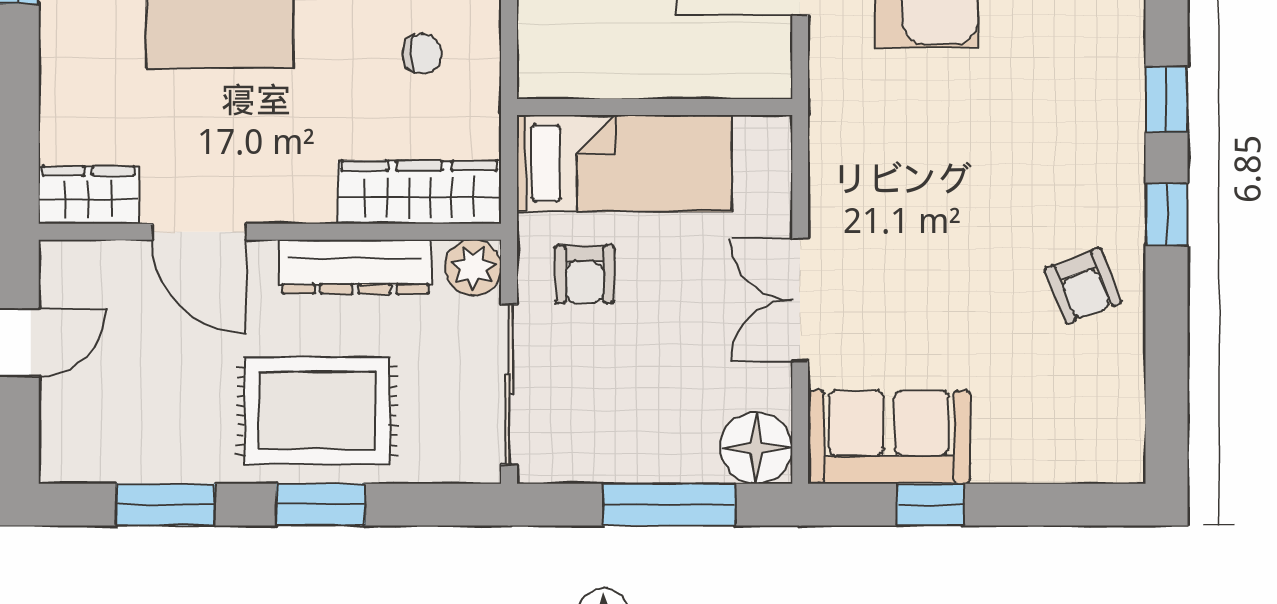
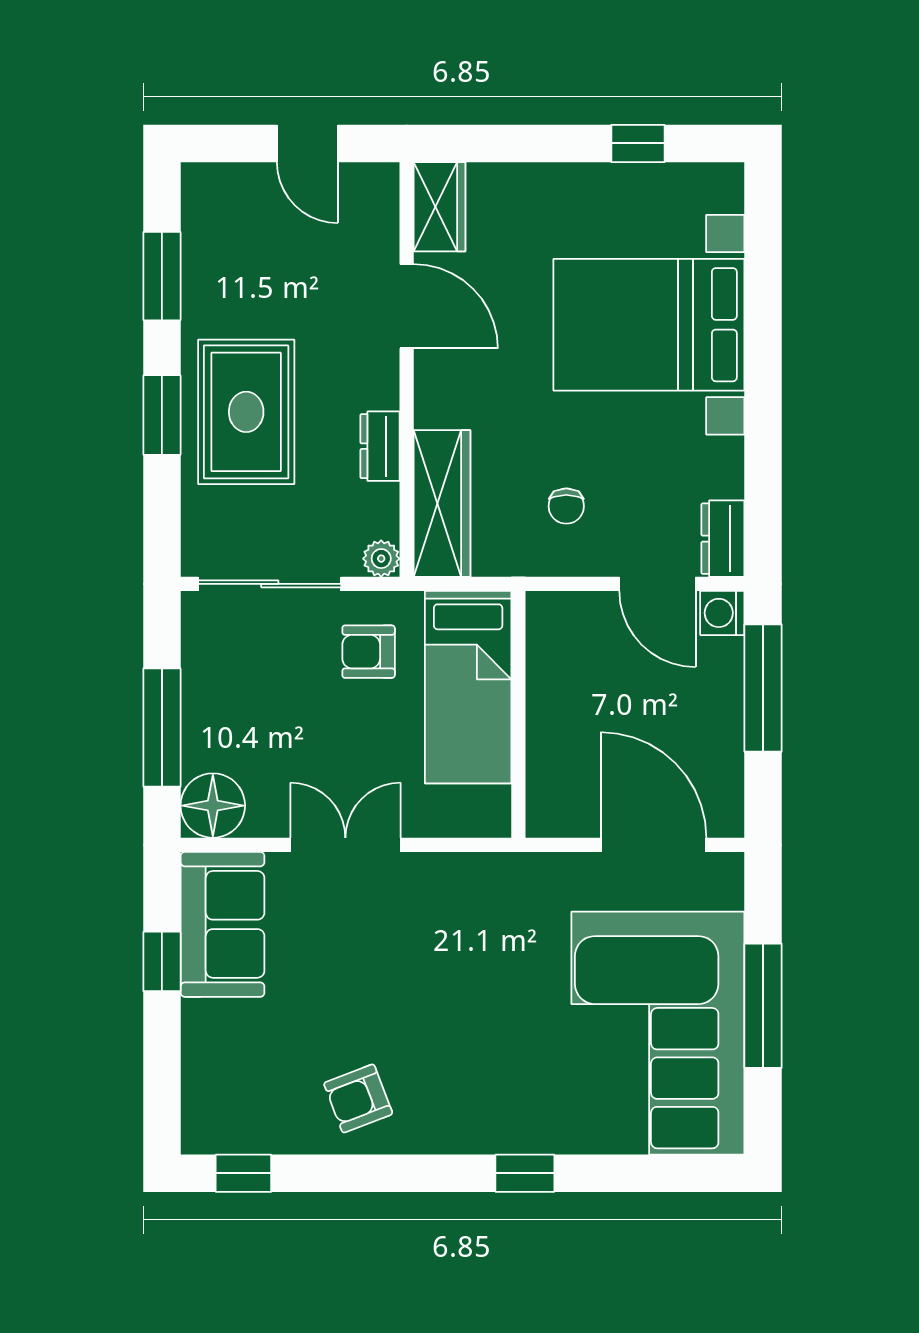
window: (1167, 215) -> (243, 1173), moved
door: (199, 232) -> (407, 306), swing flipped
dresser: (355, 267) -> (380, 446), width x0.51, depth x0.80
plant: (473, 268) -> (381, 559), width x0.73, depth x0.73

